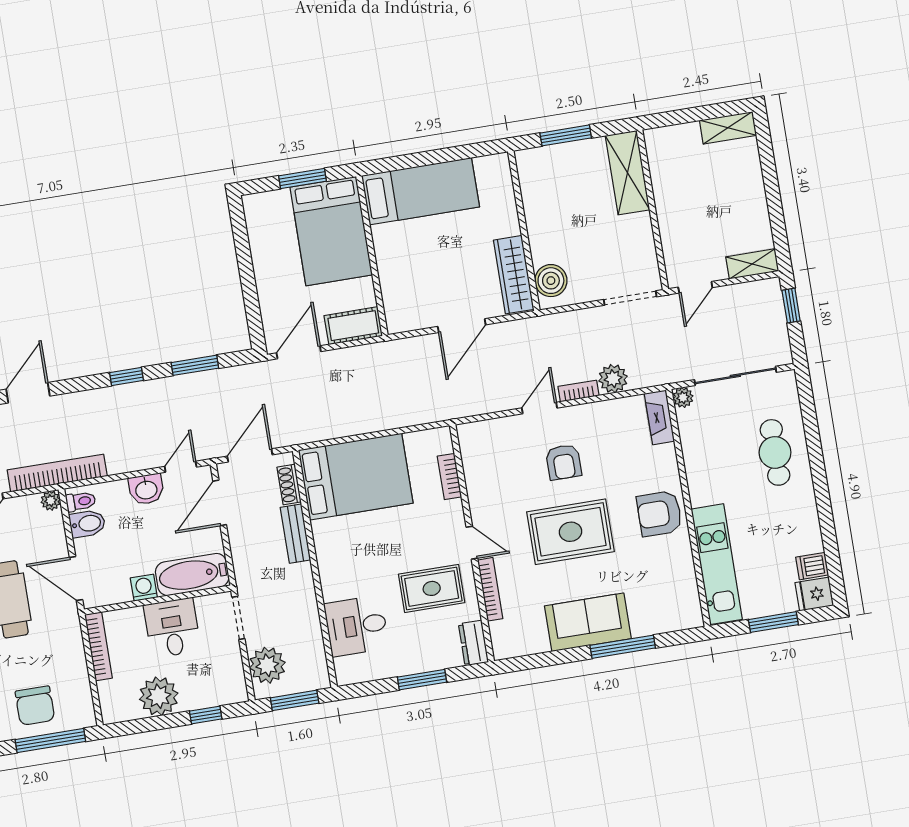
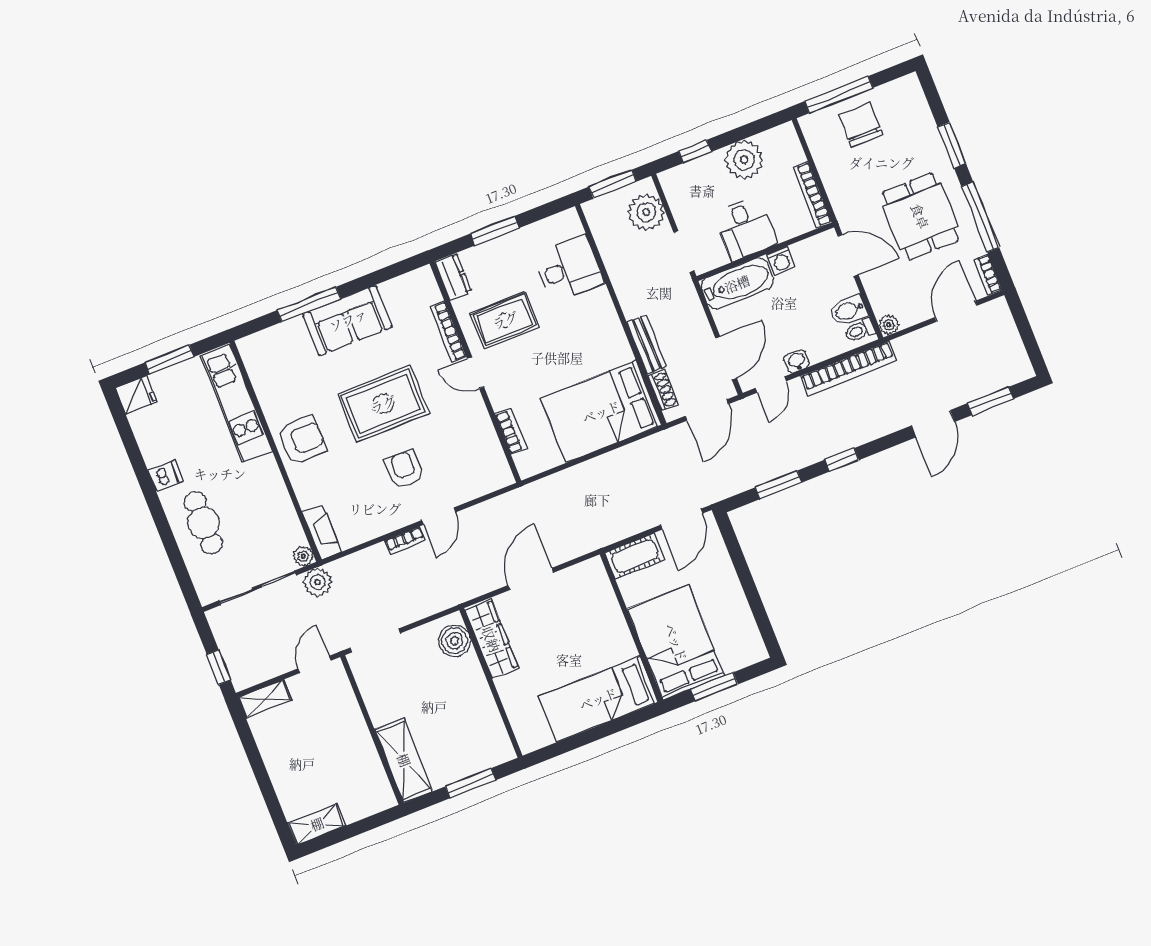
plant: (613, 379) -> (318, 582), moved
bookcase: (57, 473) -> (848, 369), moved
washbasin: (146, 489) -> (797, 361), width x0.72, depth x0.69
dishwasher: (812, 566) -> (166, 476), moved

